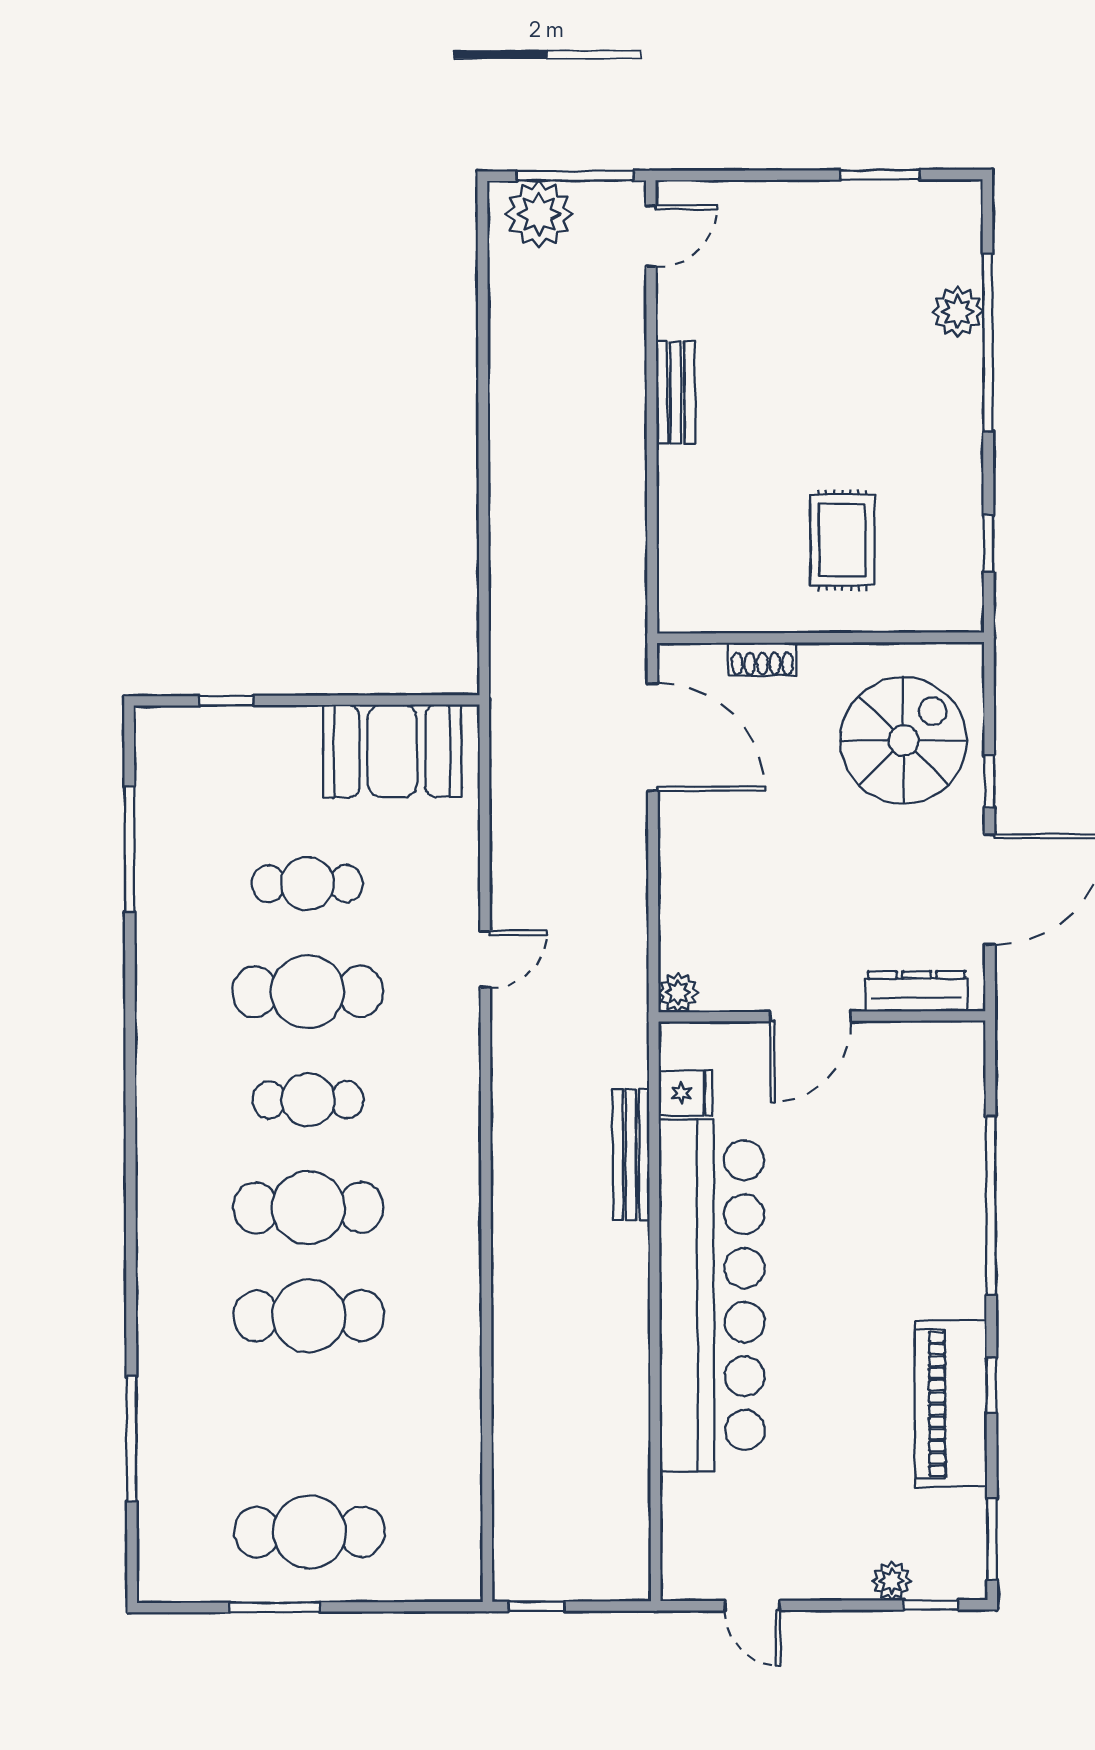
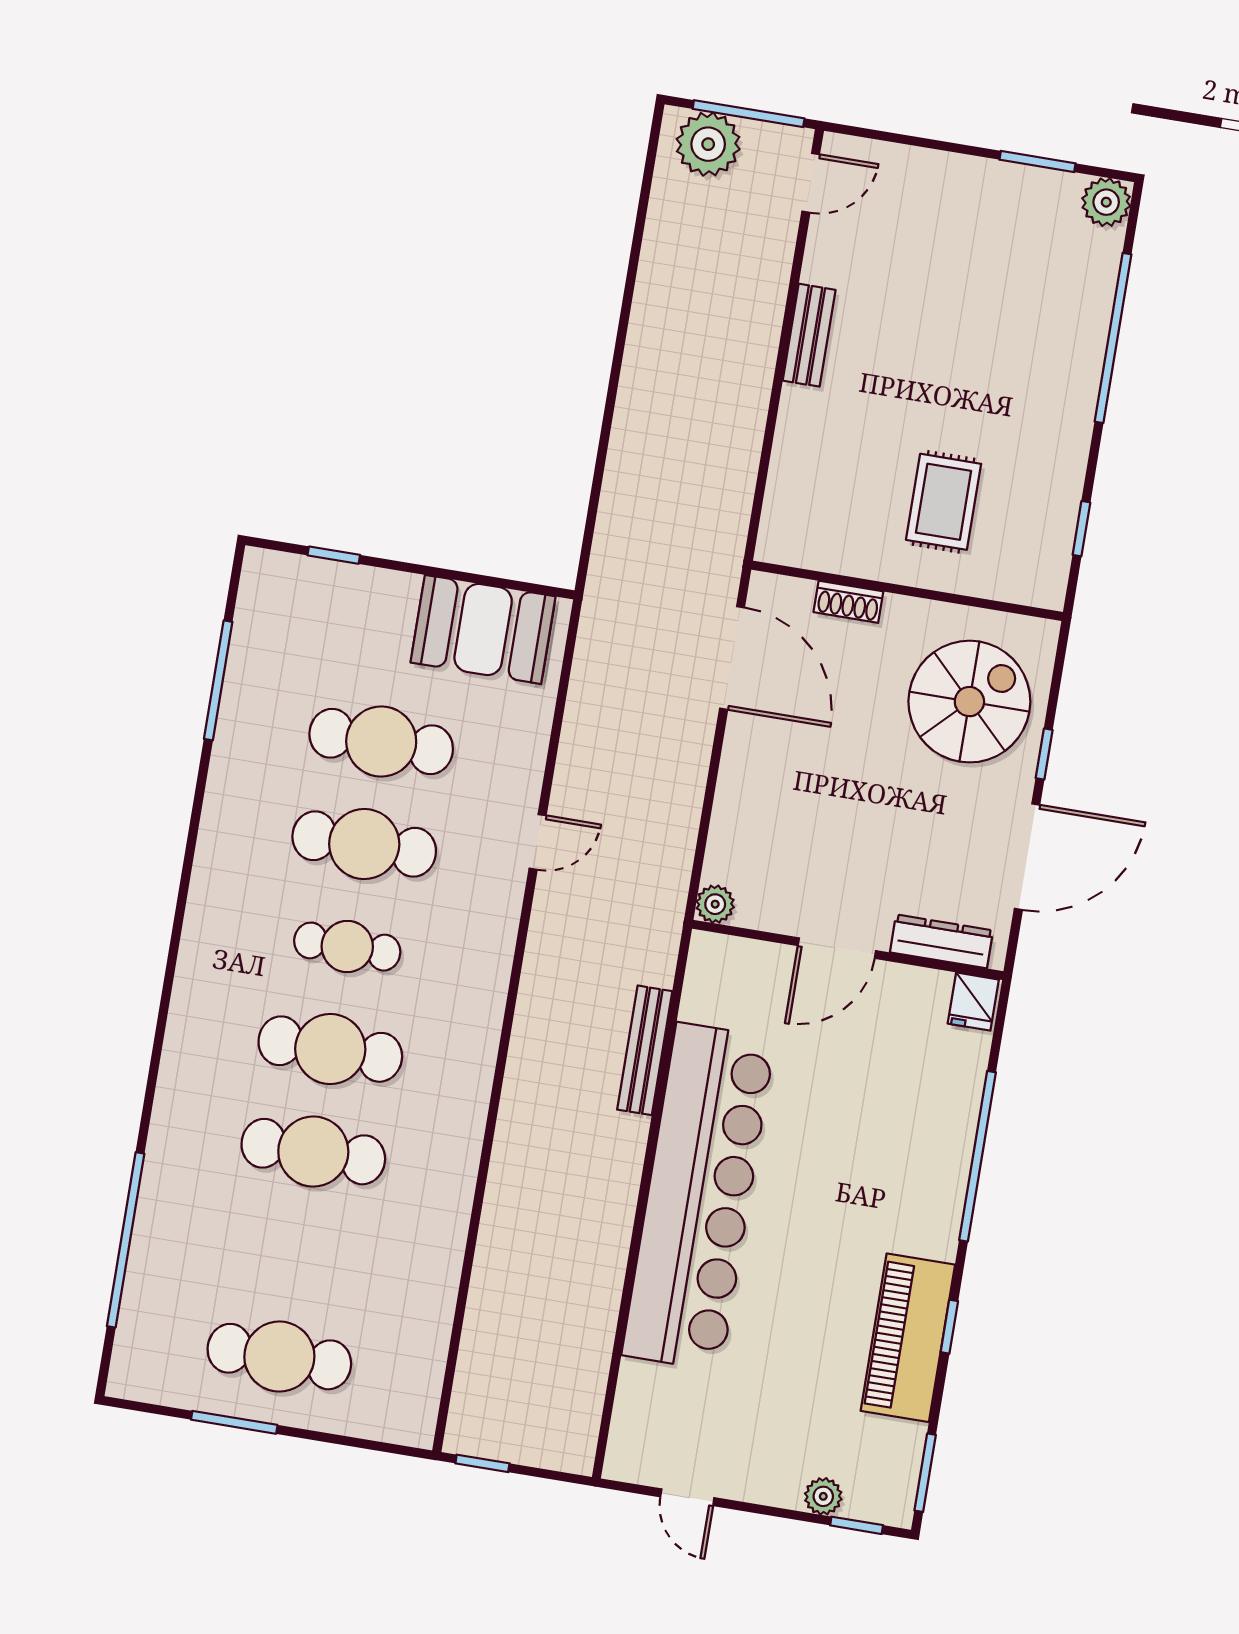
plant: (958, 312) -> (1106, 202), moved
cafe table: (307, 884) -> (381, 742), width x1.37, depth x1.35
fridge: (686, 1093) -> (973, 1002), moved, turned 90
window: (132, 1439) -> (126, 1240), width x1.46

